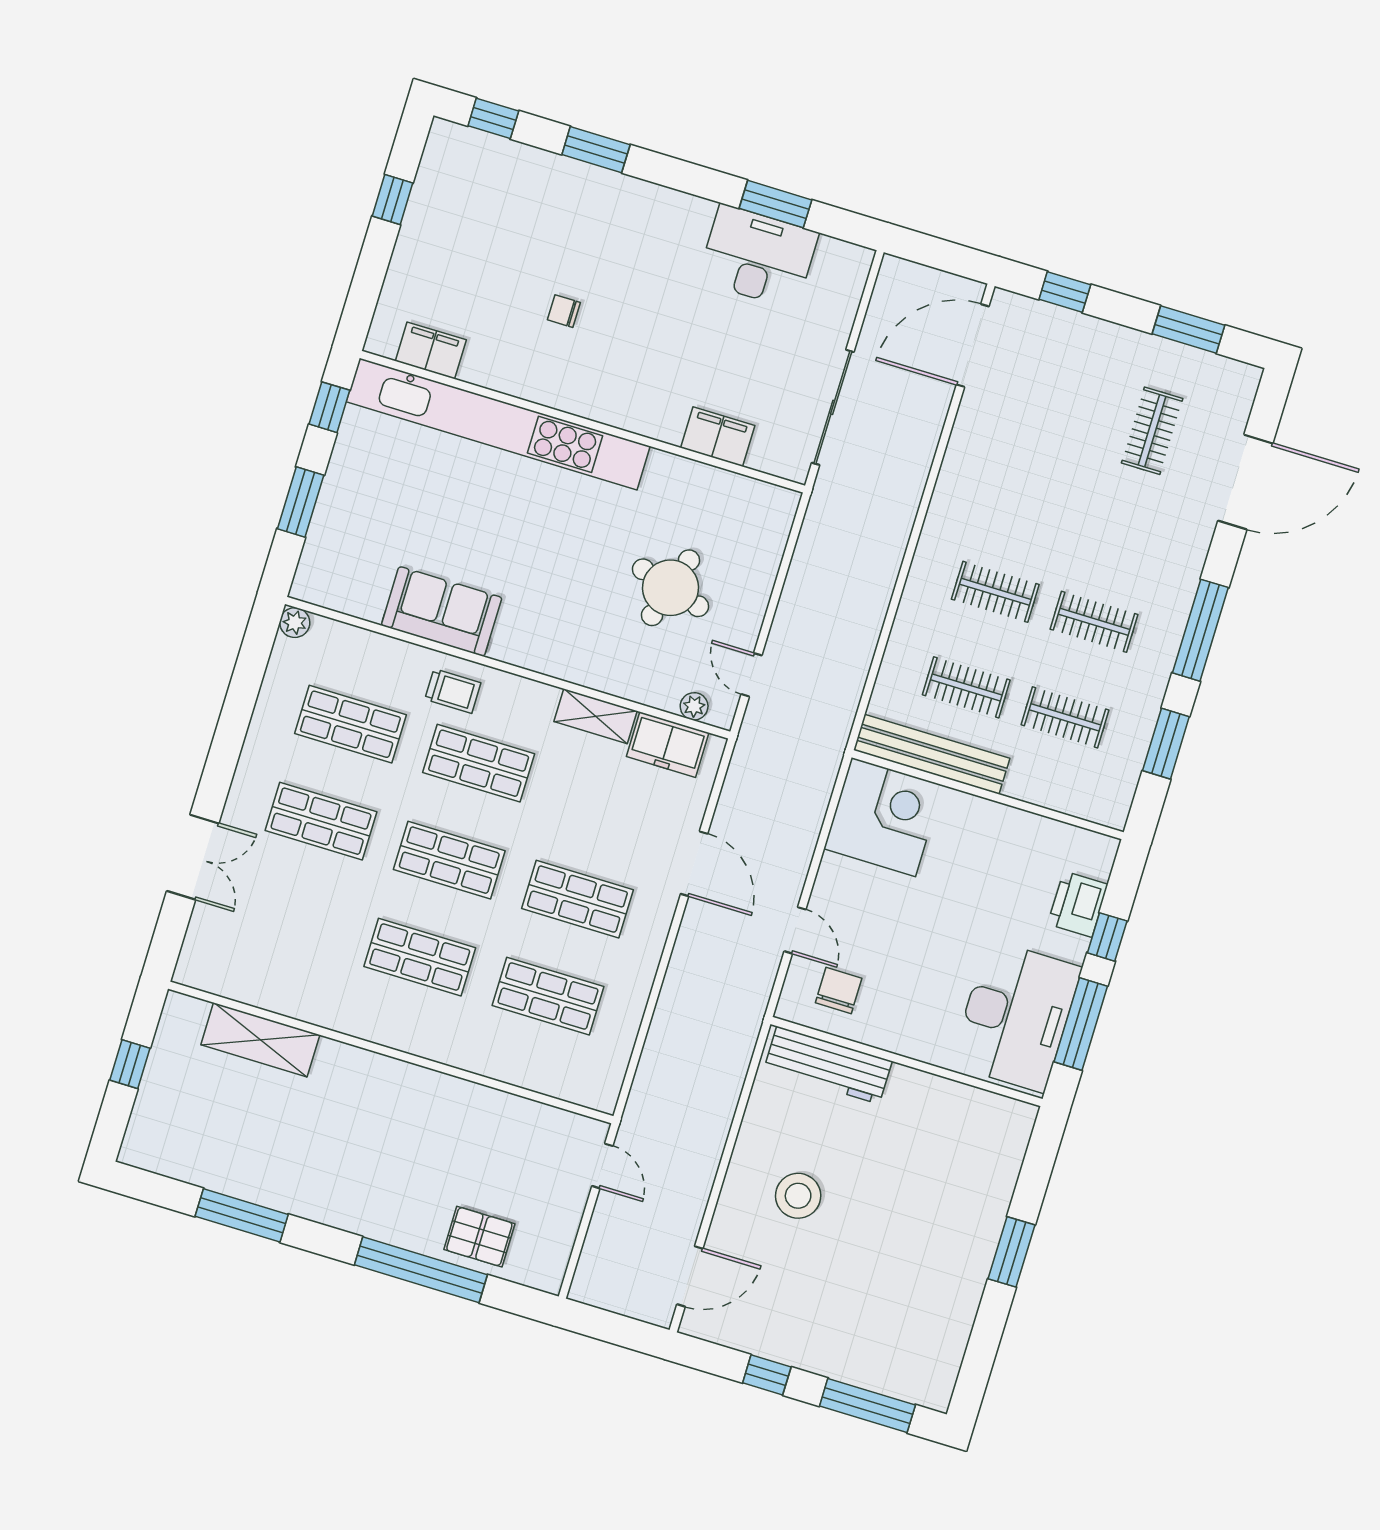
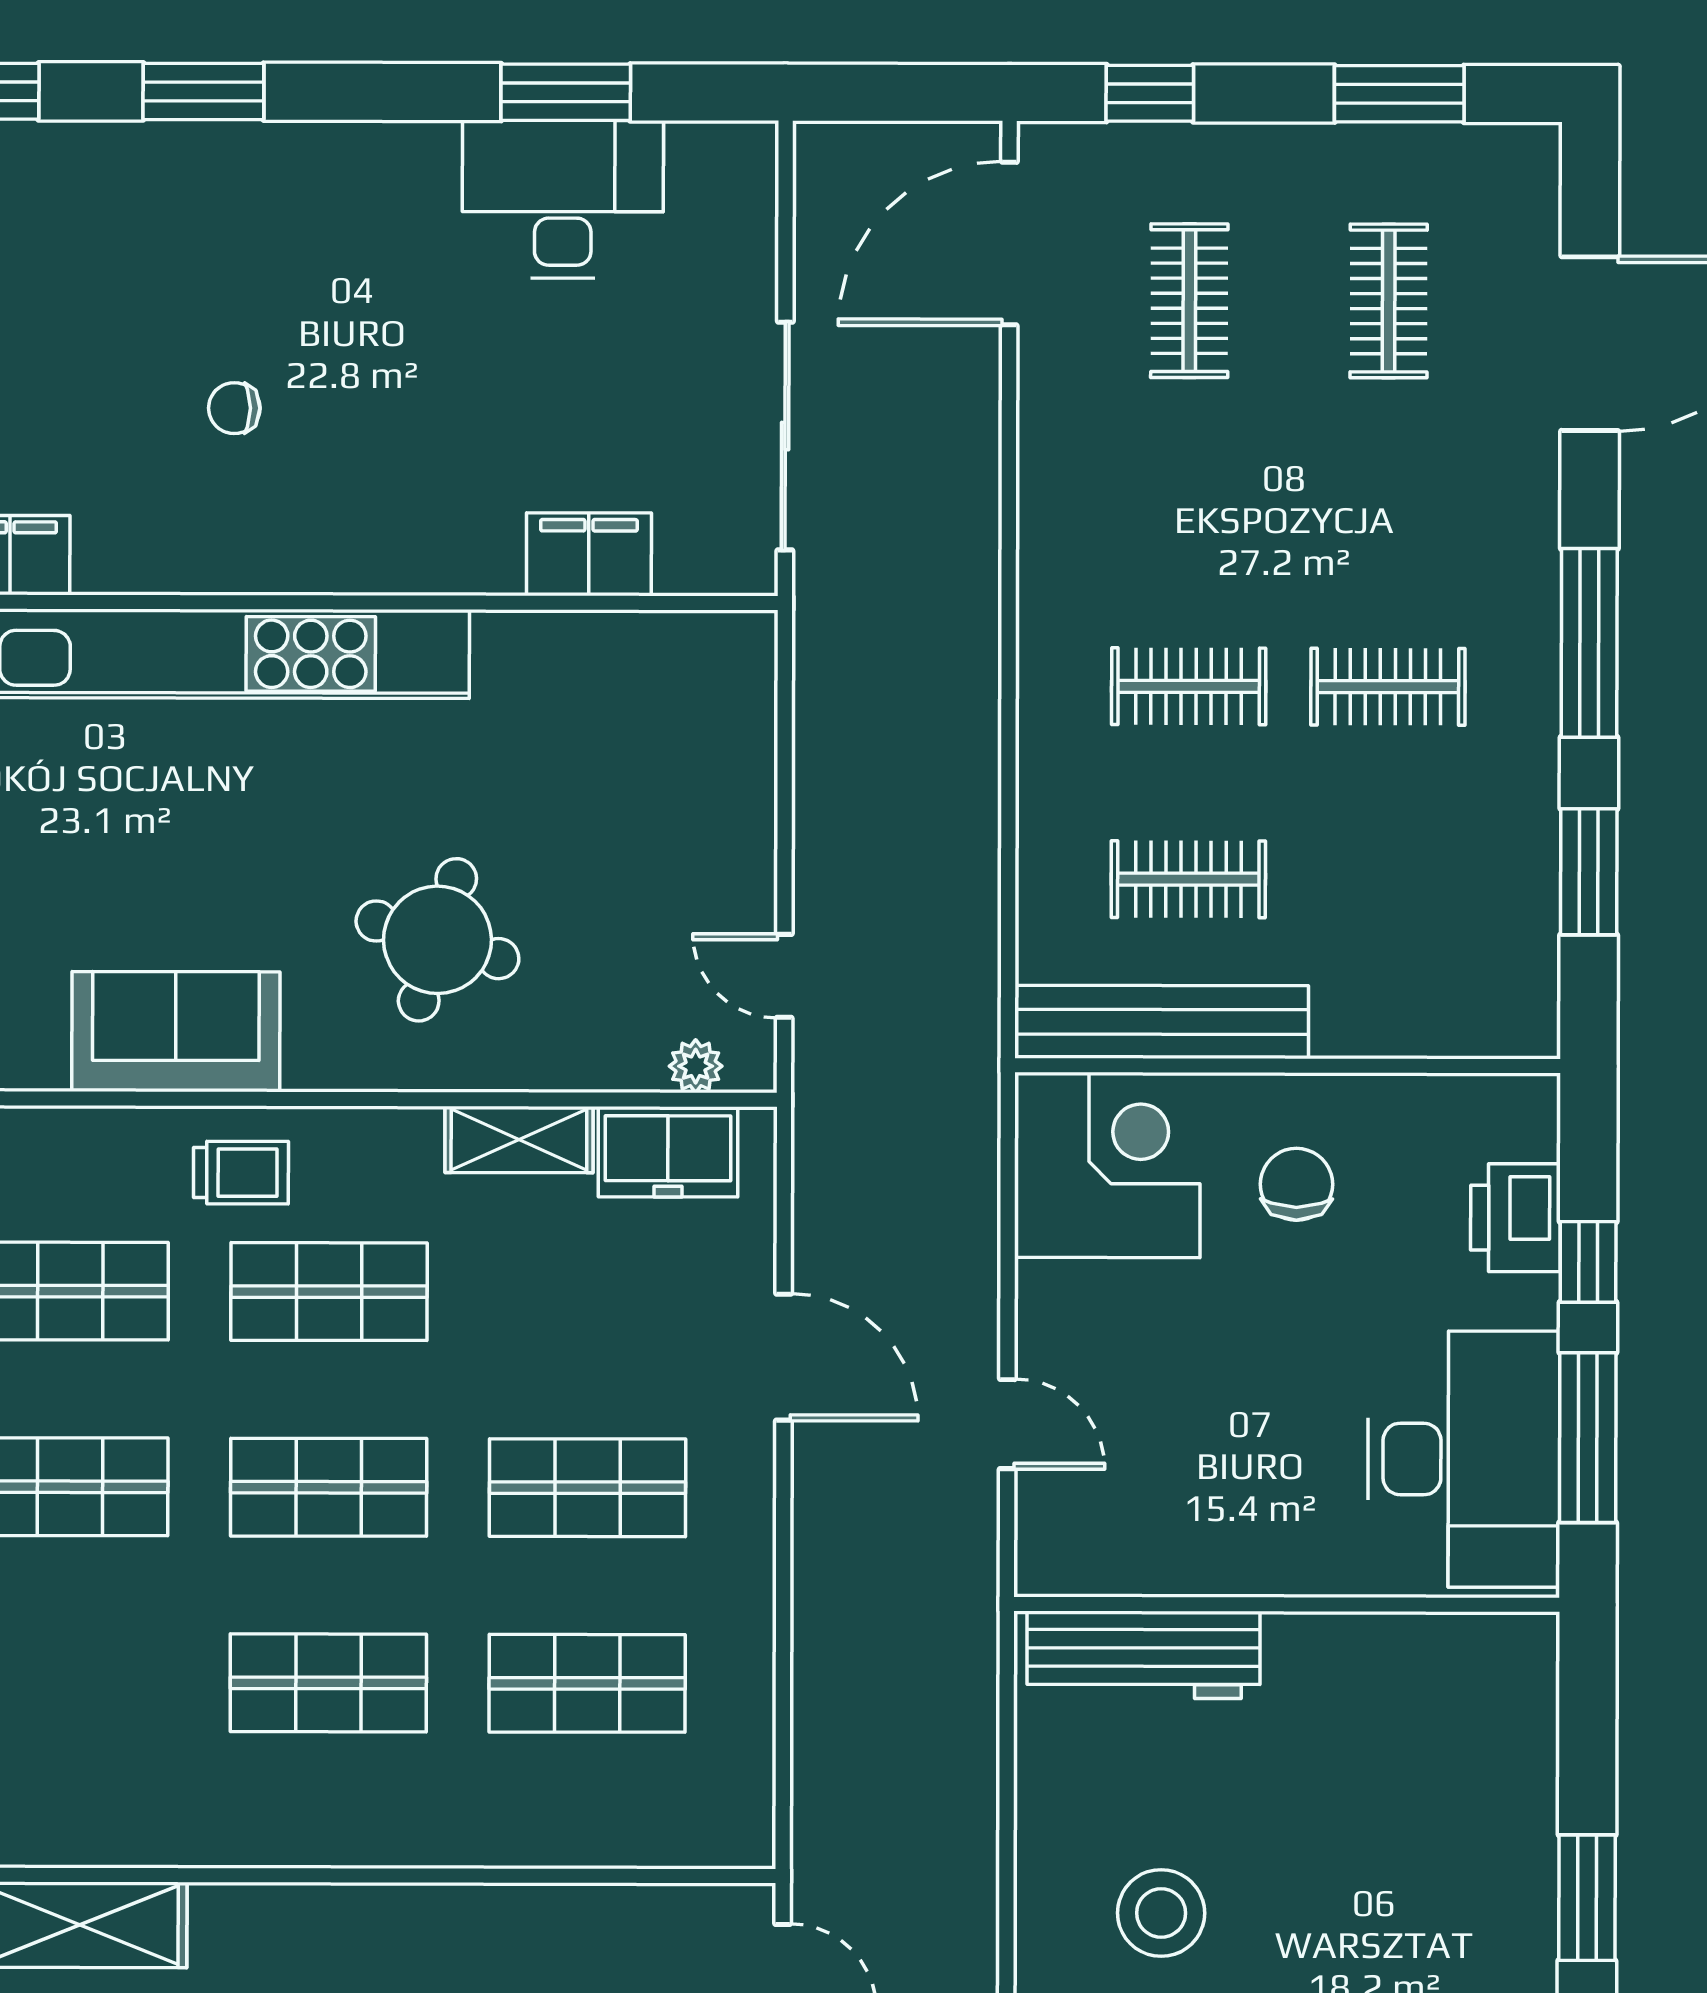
round table: (671, 588) -> (437, 940), moved
clothes rail: (1065, 717) -> (1189, 301), moved, turned 90
chair: (839, 991) -> (1296, 1184), moved

